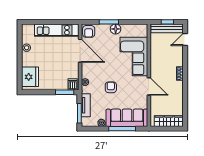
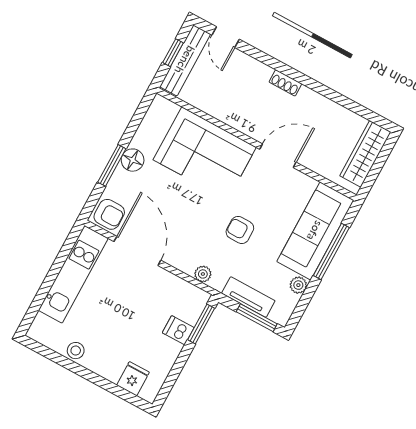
door: (80, 51) -> (137, 251), hinge flipped
fridge: (30, 77) -> (133, 379), width x0.53, depth x0.75
dishwasher: (73, 84) -> (178, 330), moved

